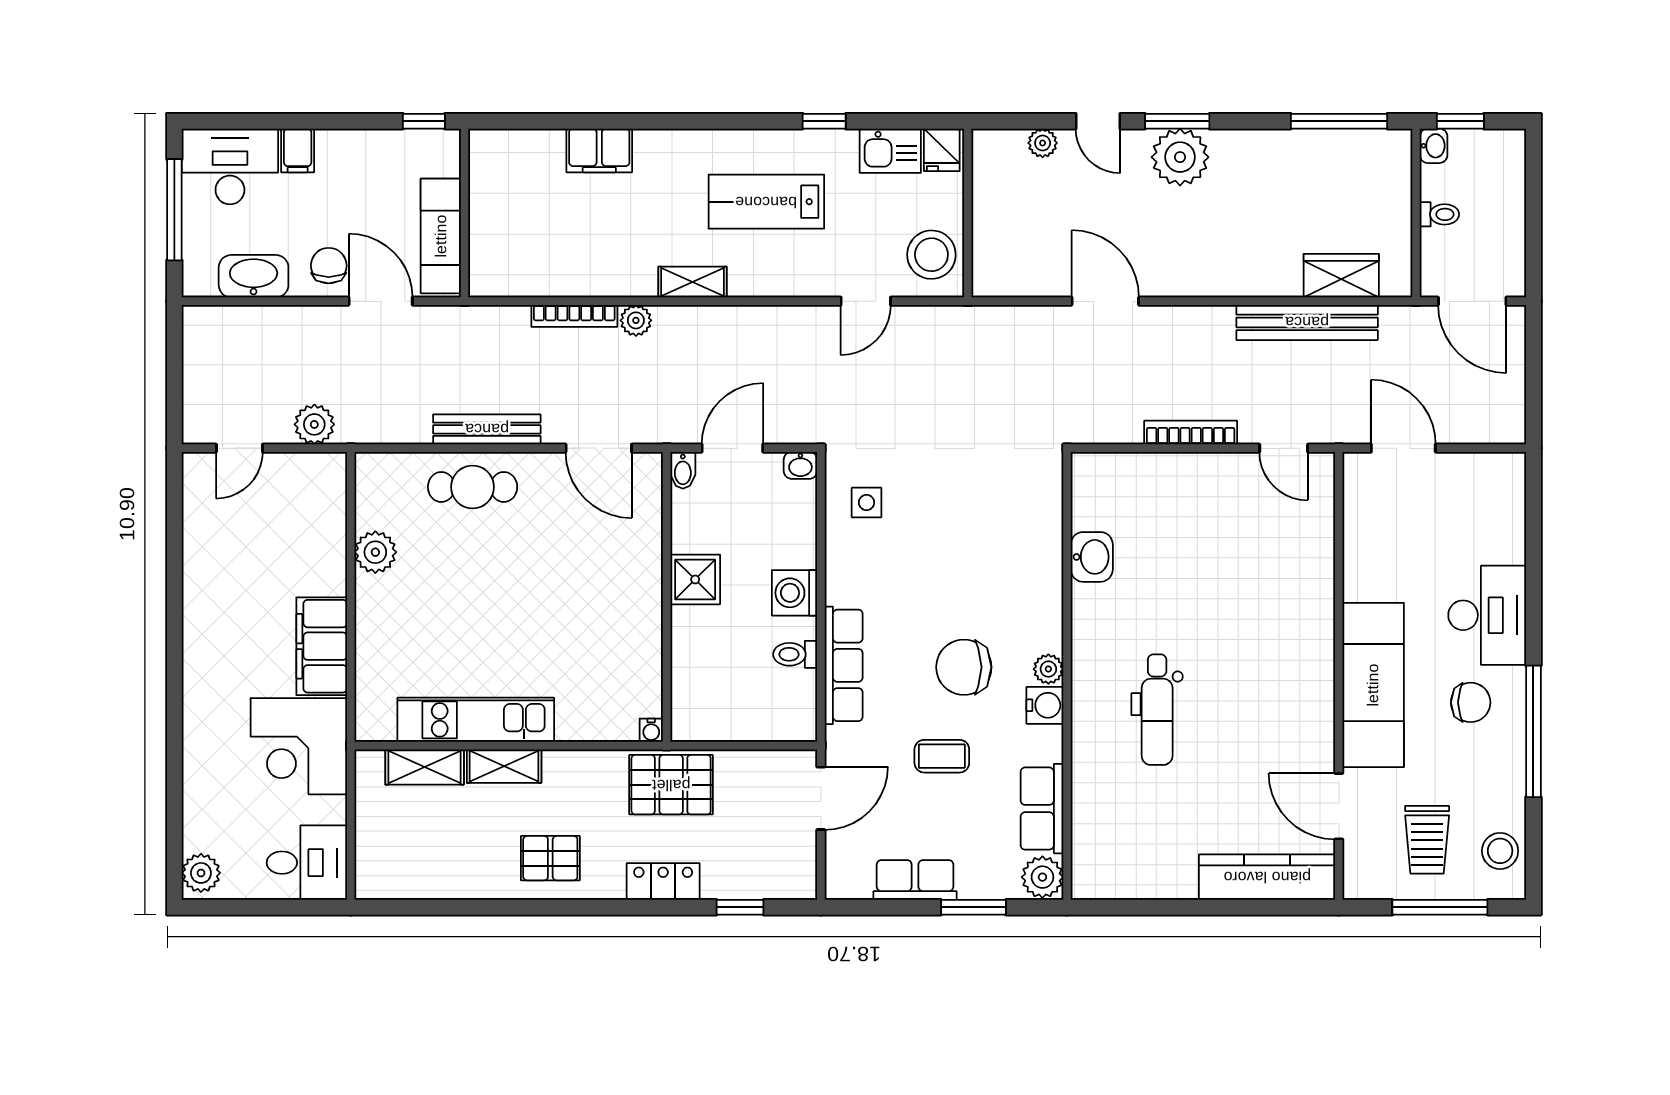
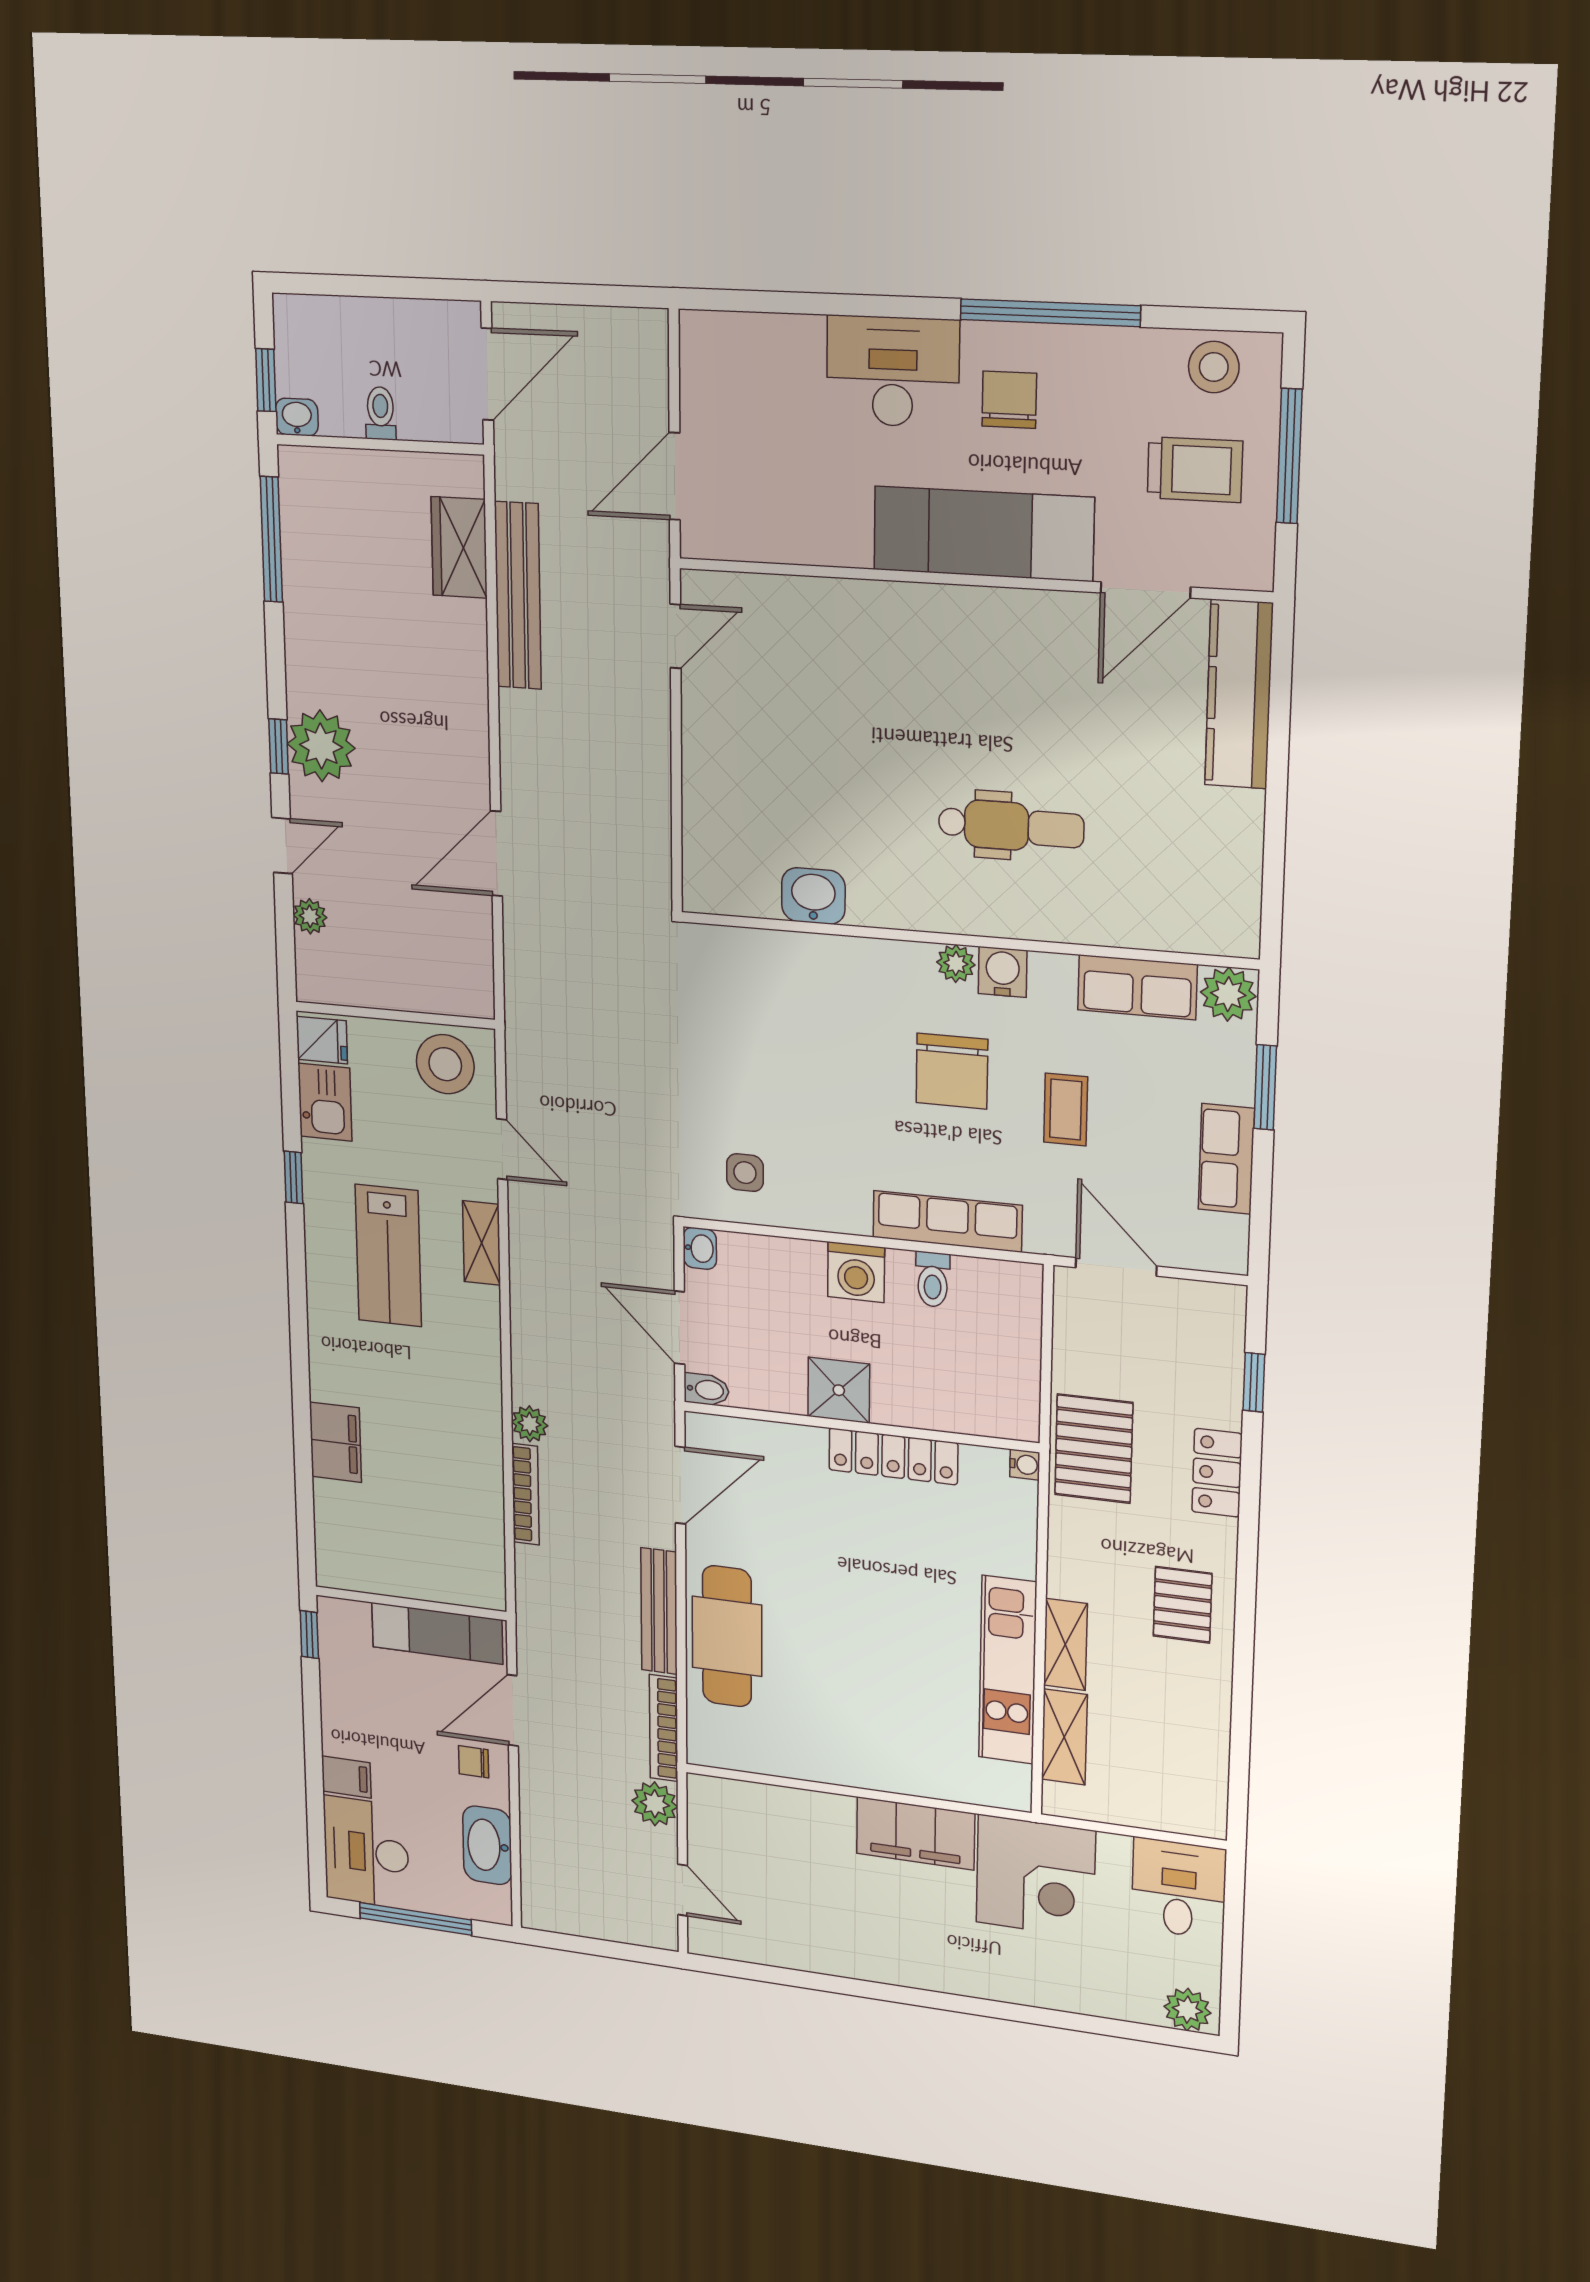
window: (1177, 121) -> (278, 746), width x0.67
chair: (329, 266) -> (474, 1762), width x0.73, depth x0.73
shelving: (693, 282) -> (481, 1243), moved
bookcase: (1191, 433) -> (664, 1728), moved
cafe table: (473, 487) -> (727, 1636), width x1.37, depth x1.35
plant: (375, 552) -> (804, 1757), removed
locker: (645, 624) -> (893, 1456), added

